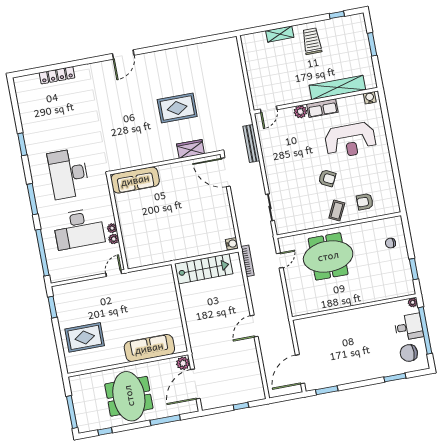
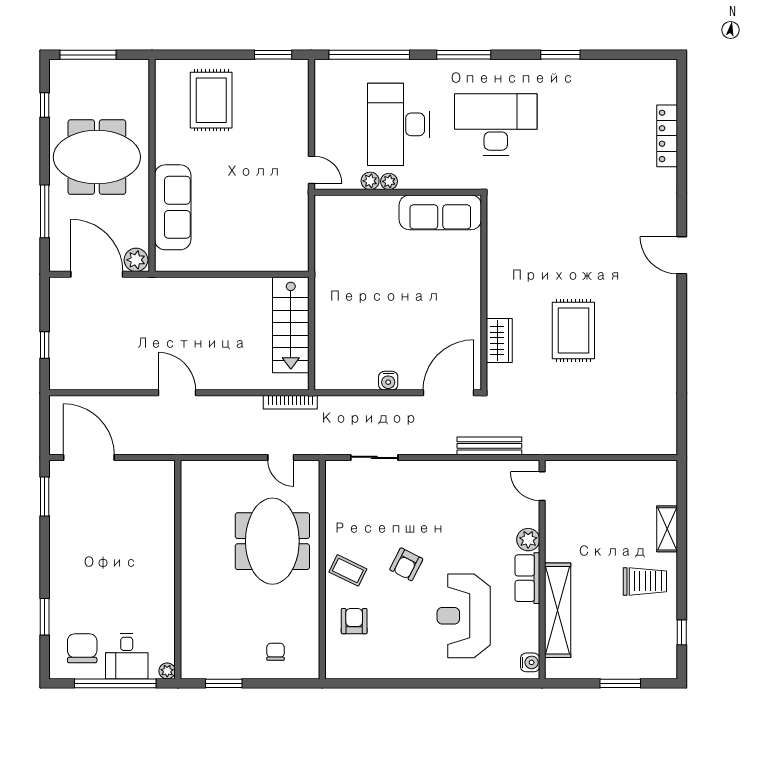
sofa: (135, 180) -> (440, 212), moved, turned -90
water cooler: (232, 244) -> (388, 381), moved

